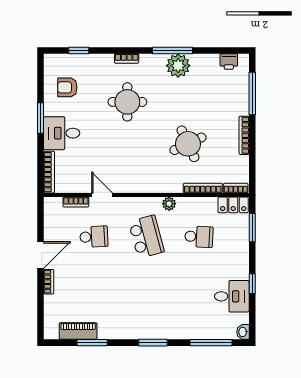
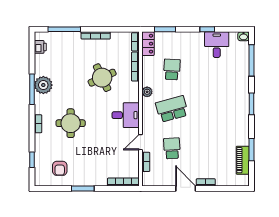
desk: (62, 133) -> (126, 115), moved, turned -90

